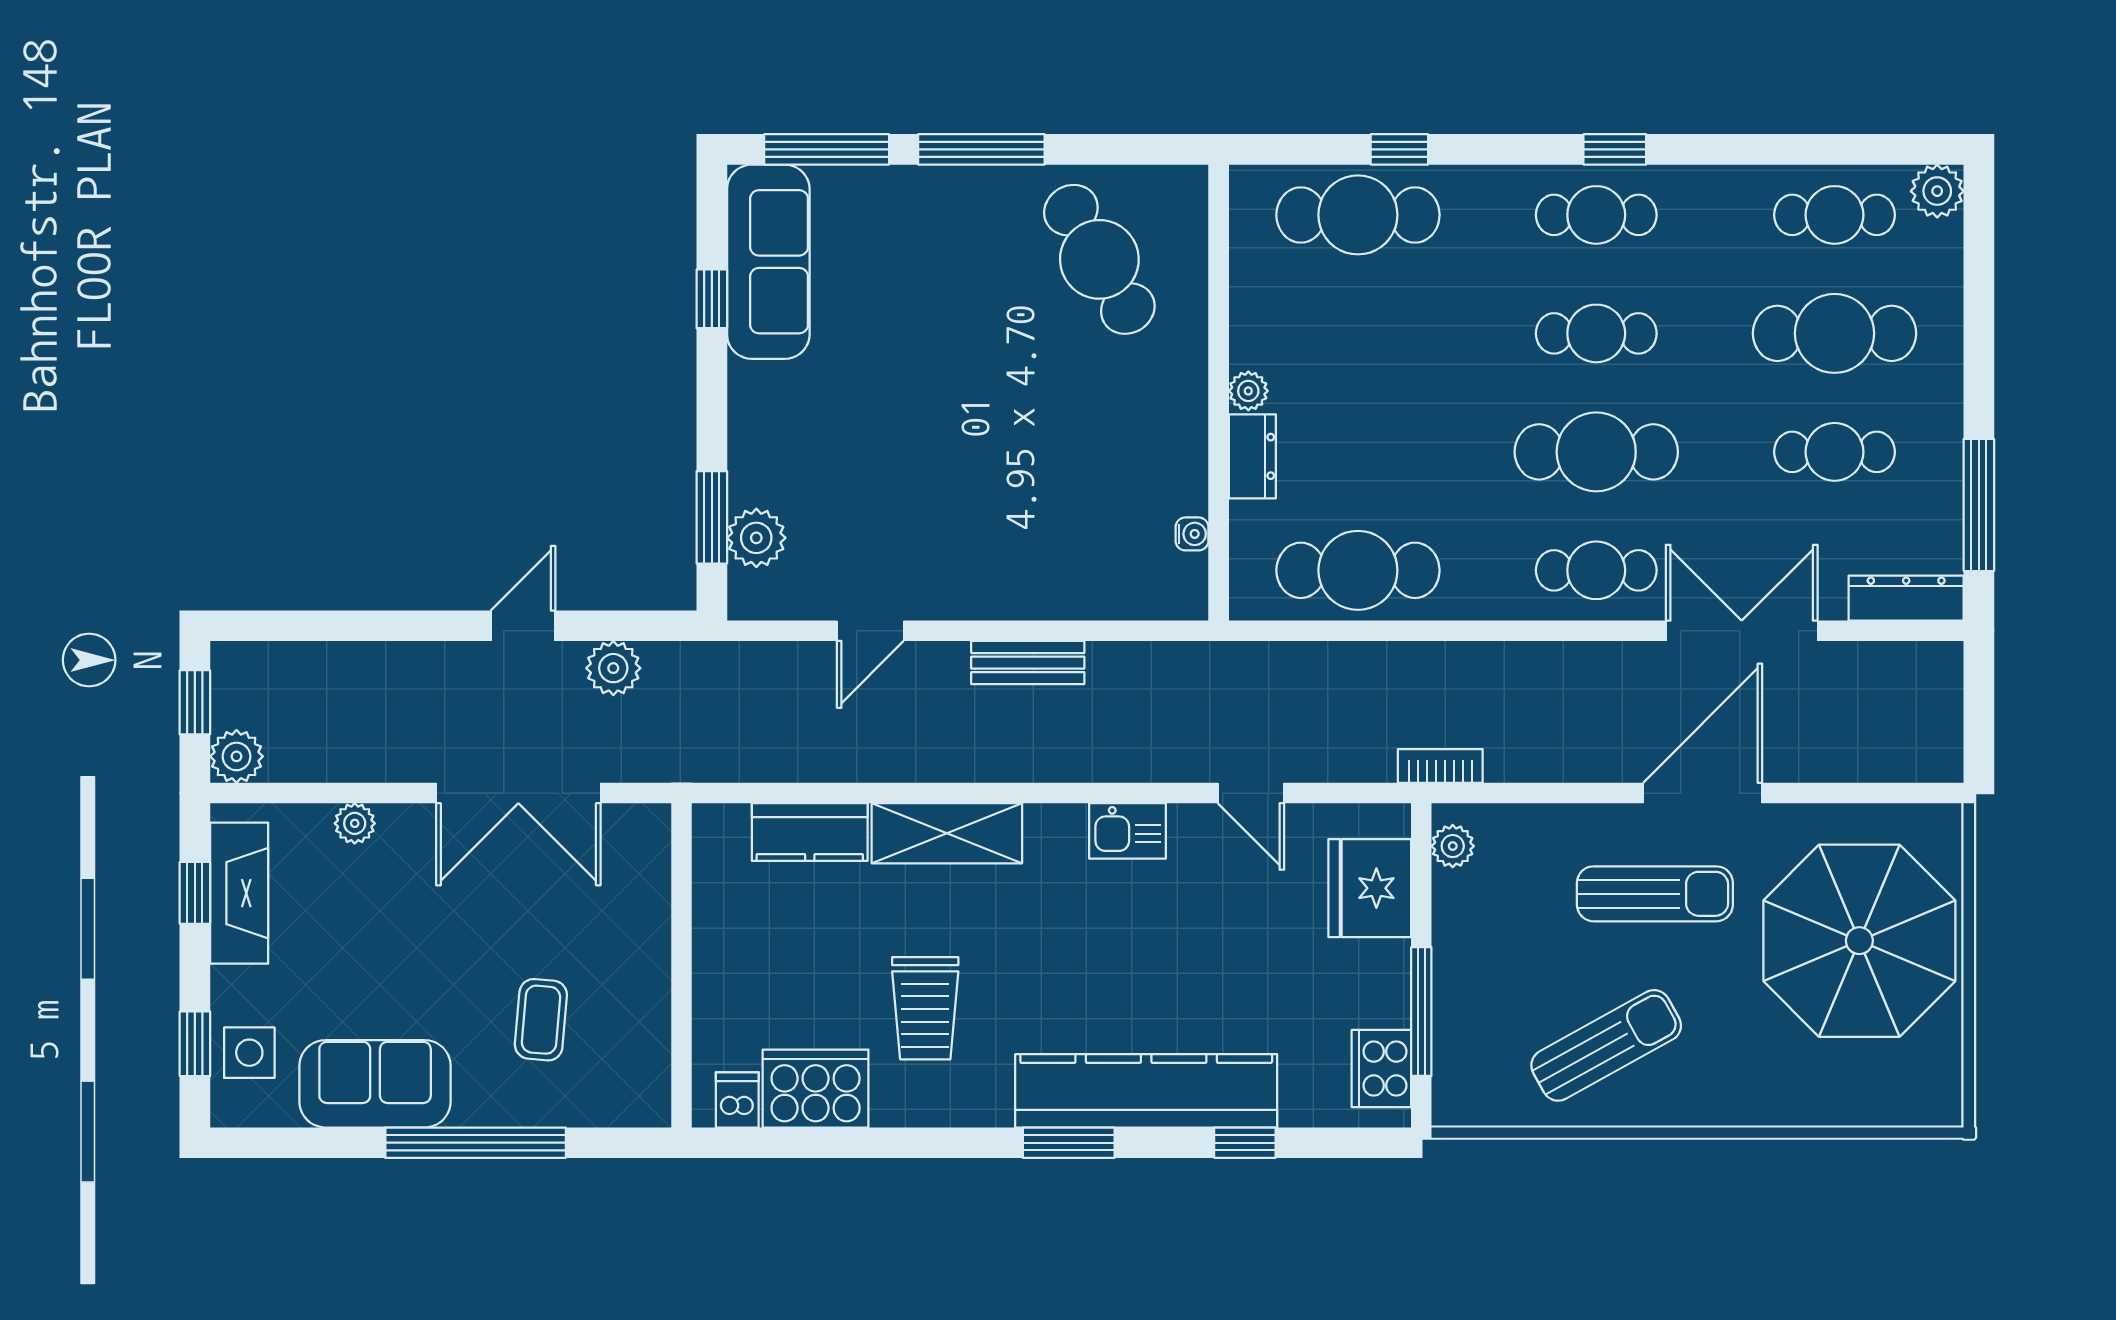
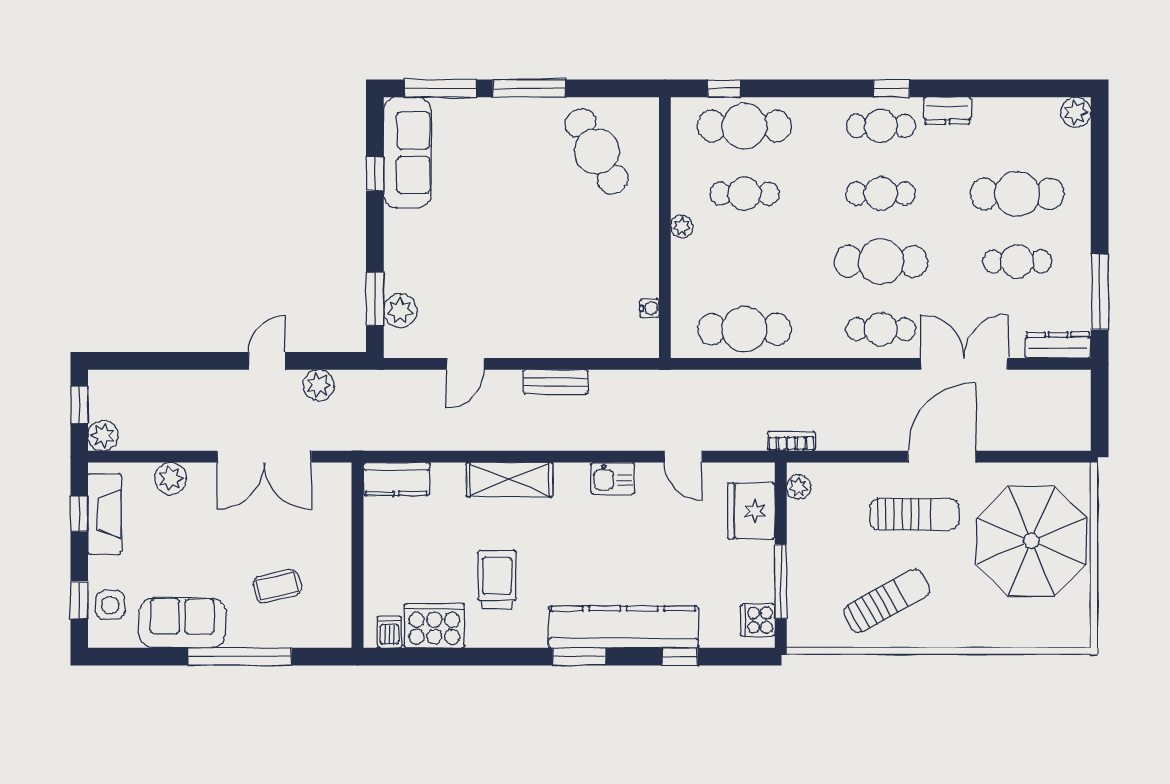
window: (1399, 149) -> (724, 88), moved
cafe table: (1834, 215) -> (744, 194), moved
dresser: (1252, 456) -> (947, 111), moved, turned 90
plant: (355, 823) -> (171, 478), width x1.38, depth x1.38
kitchen counter: (810, 832) -> (396, 479), moved
trolley: (925, 1008) -> (497, 580), turned 180
coffee table: (541, 1020) -> (277, 586), turned 72
cooker: (1381, 1069) -> (758, 620), width x0.73

